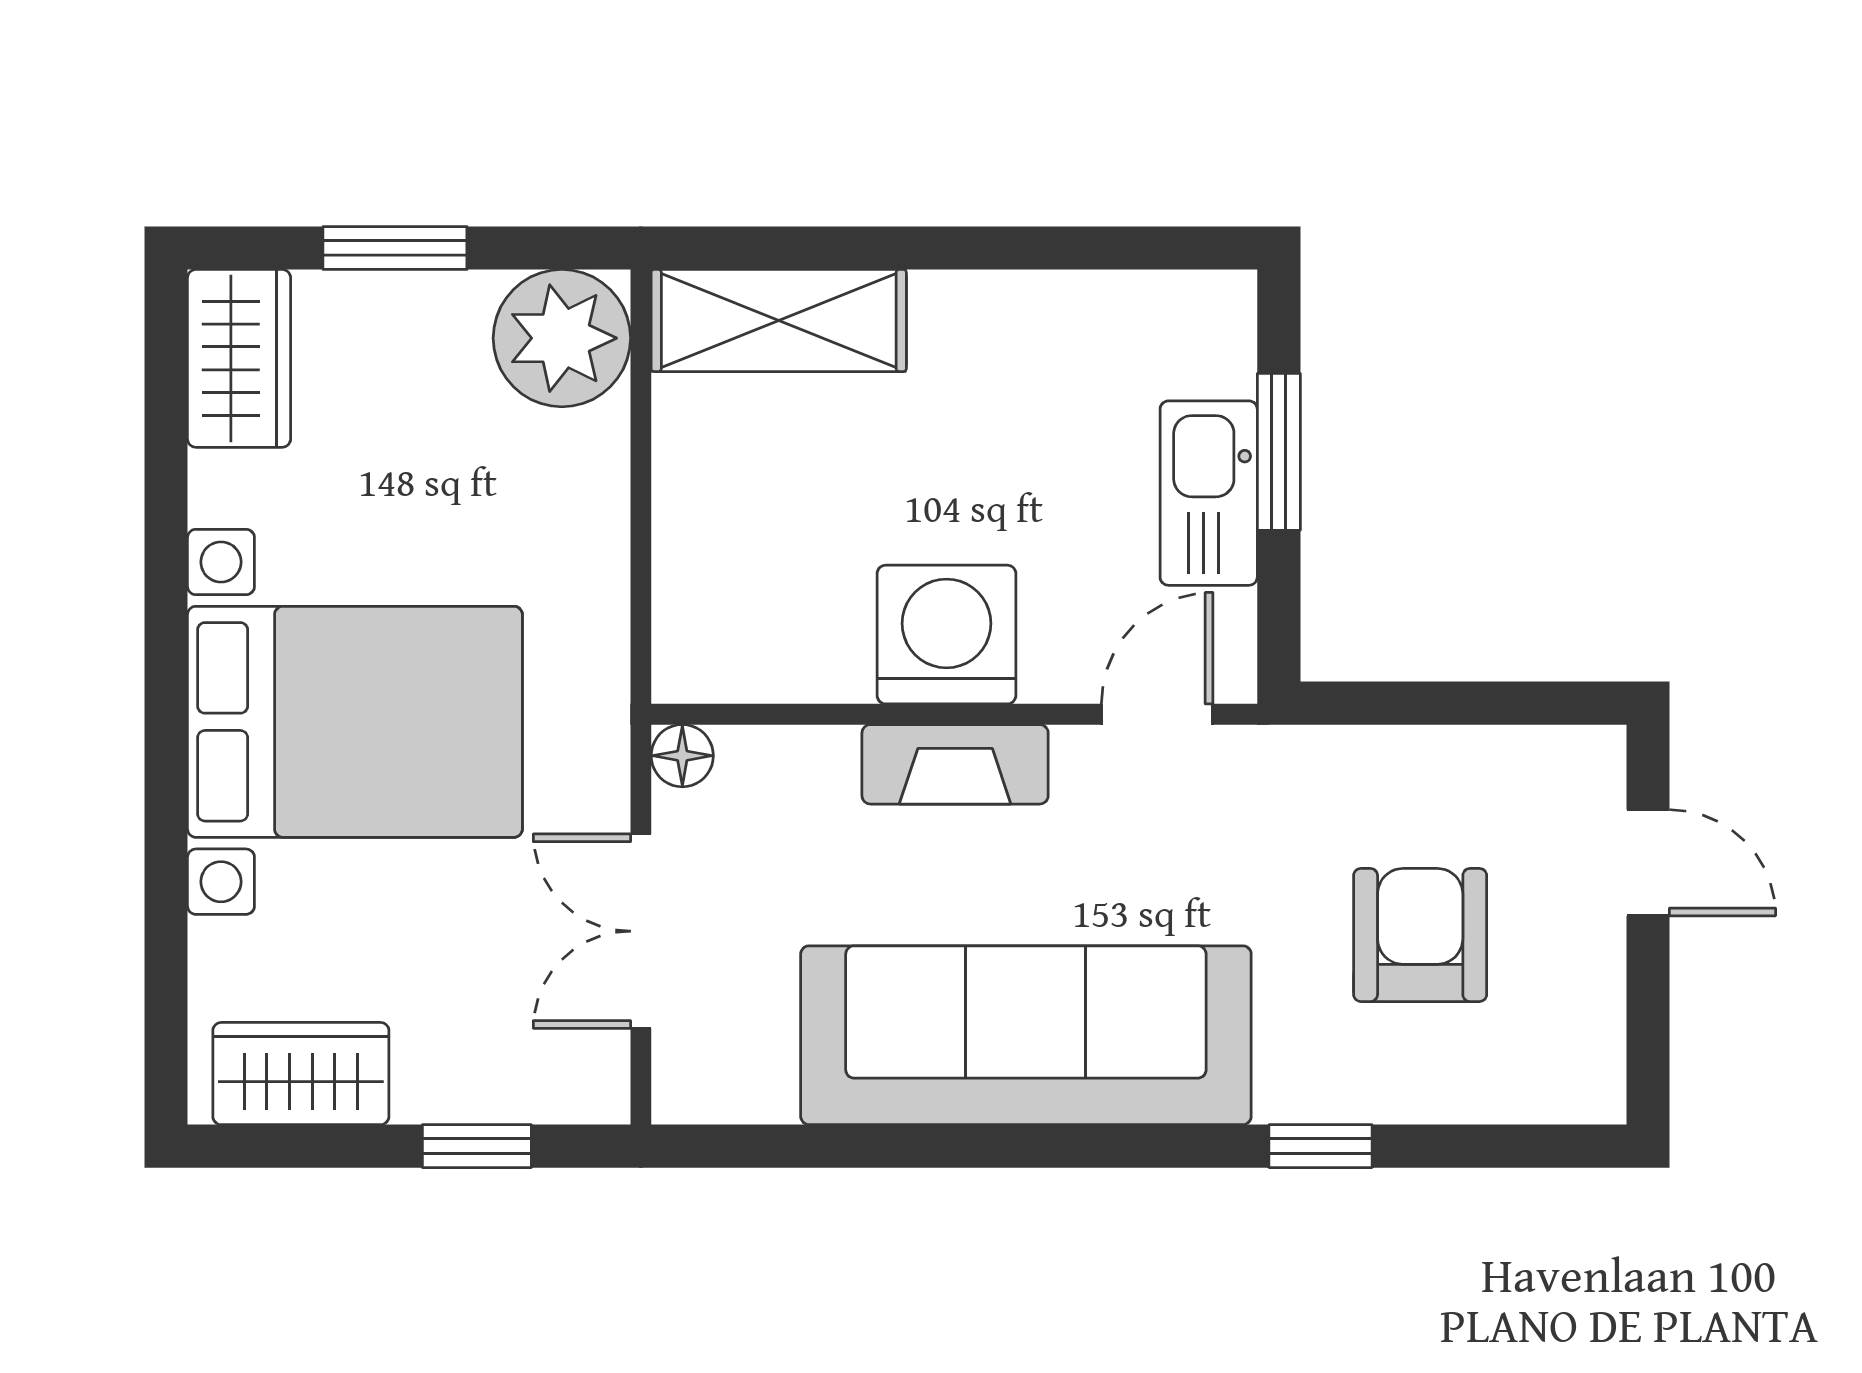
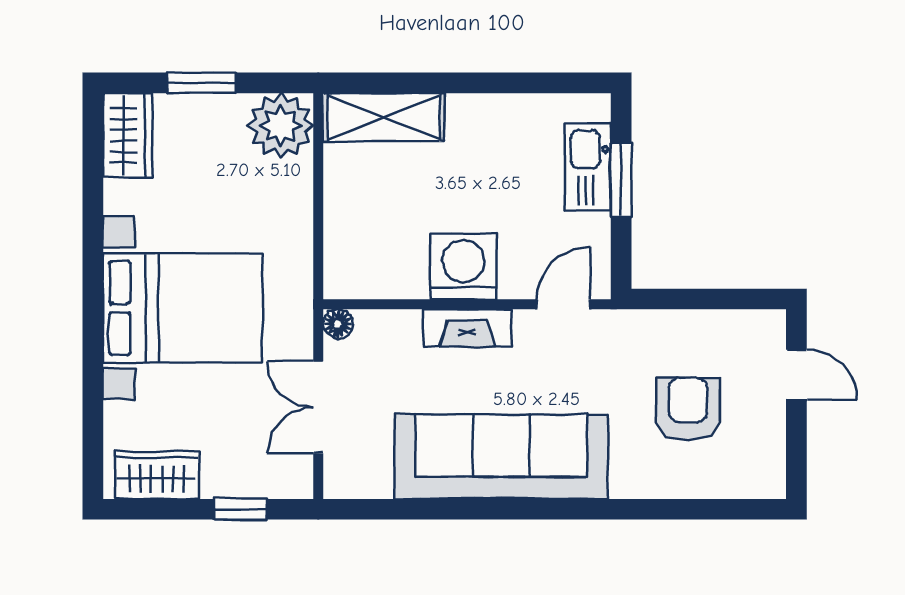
kitchen sink: (1209, 493) -> (588, 167), moved
window: (1321, 1146) -> (641, 509), removed

